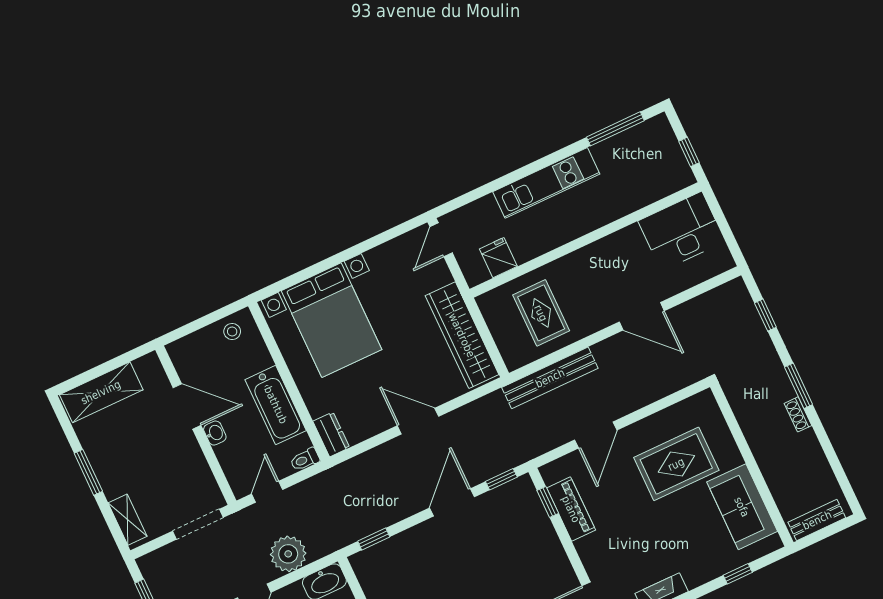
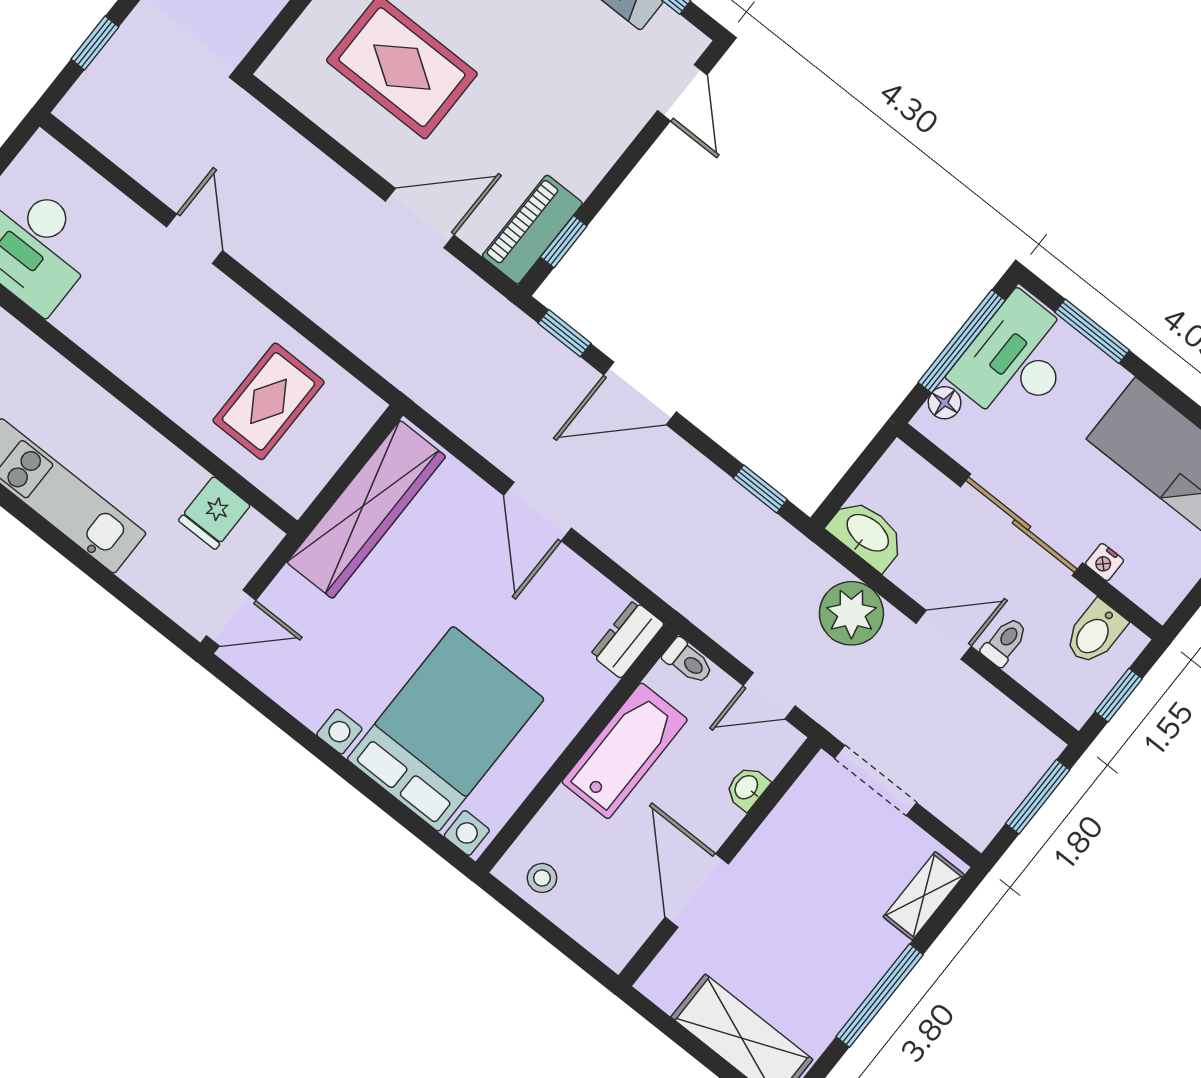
door: (642, 316) -> (194, 239), width x0.73
bench: (550, 378) -> (365, 336), removed
washbasin: (215, 433) -> (747, 788), moved
window: (88, 472) -> (880, 996), width x1.44
piano: (571, 509) -> (532, 230), moved

